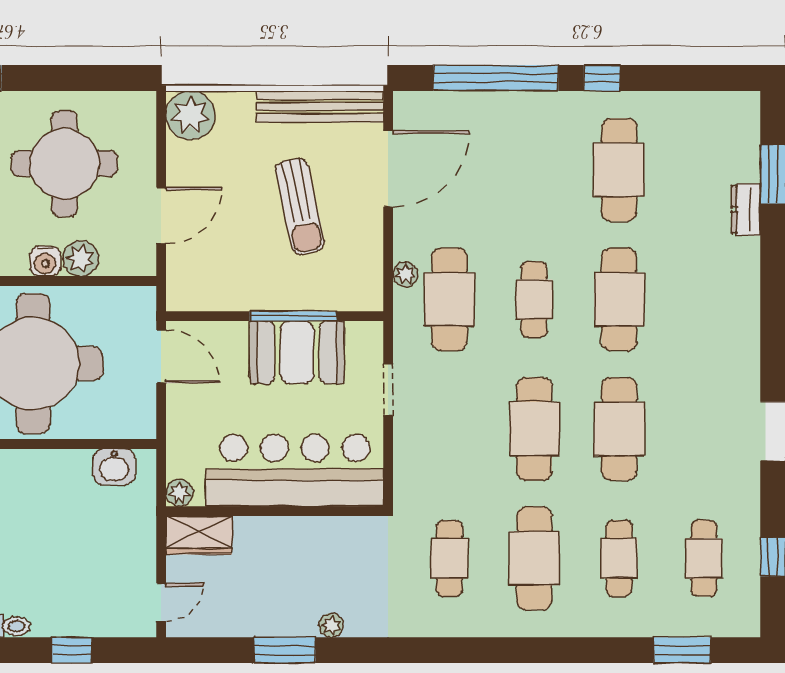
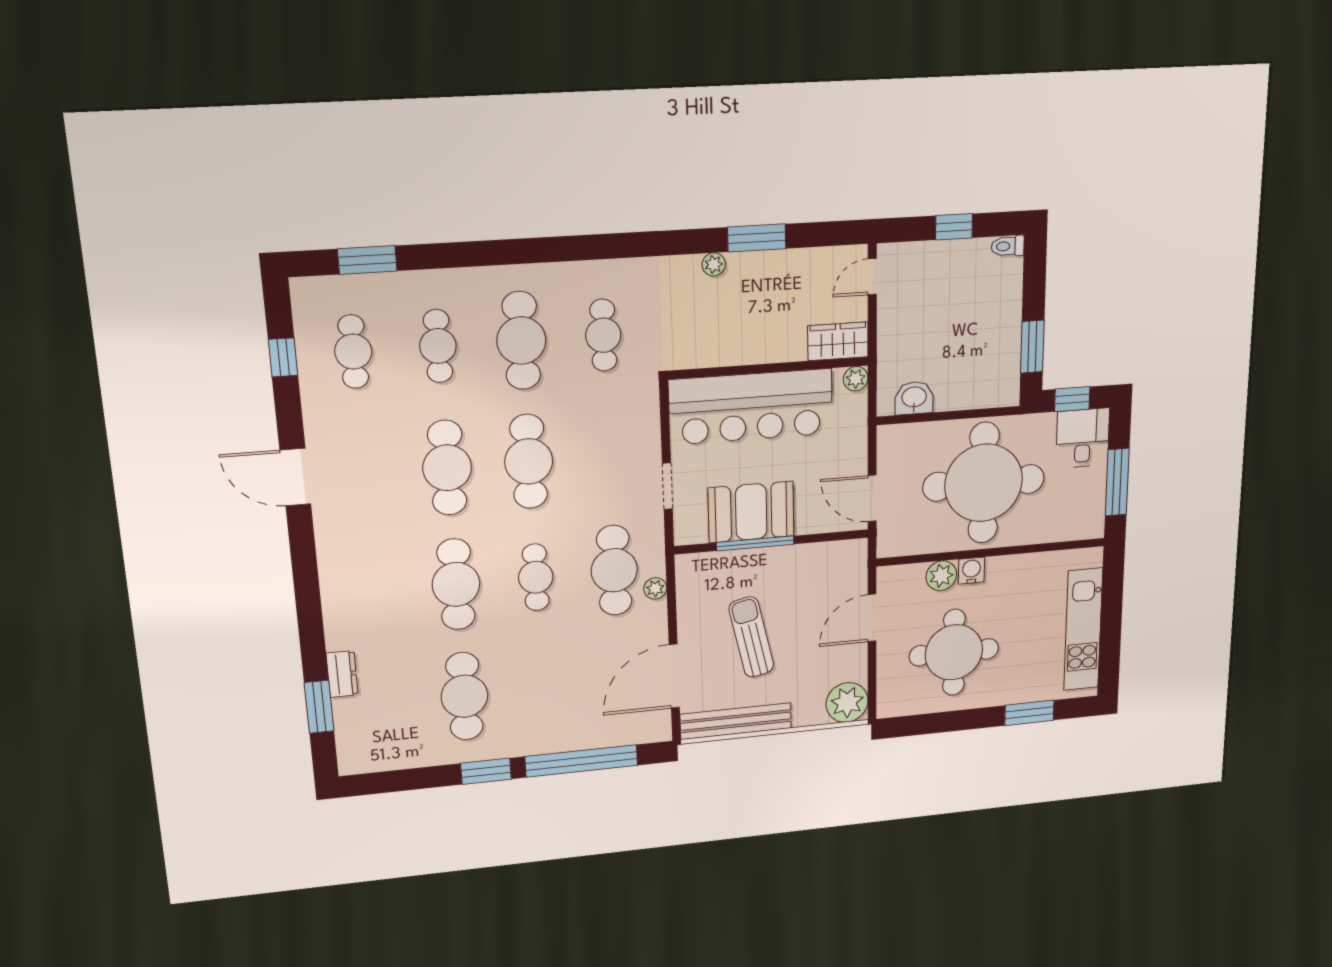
window: (602, 78) -> (486, 771), width x1.50

